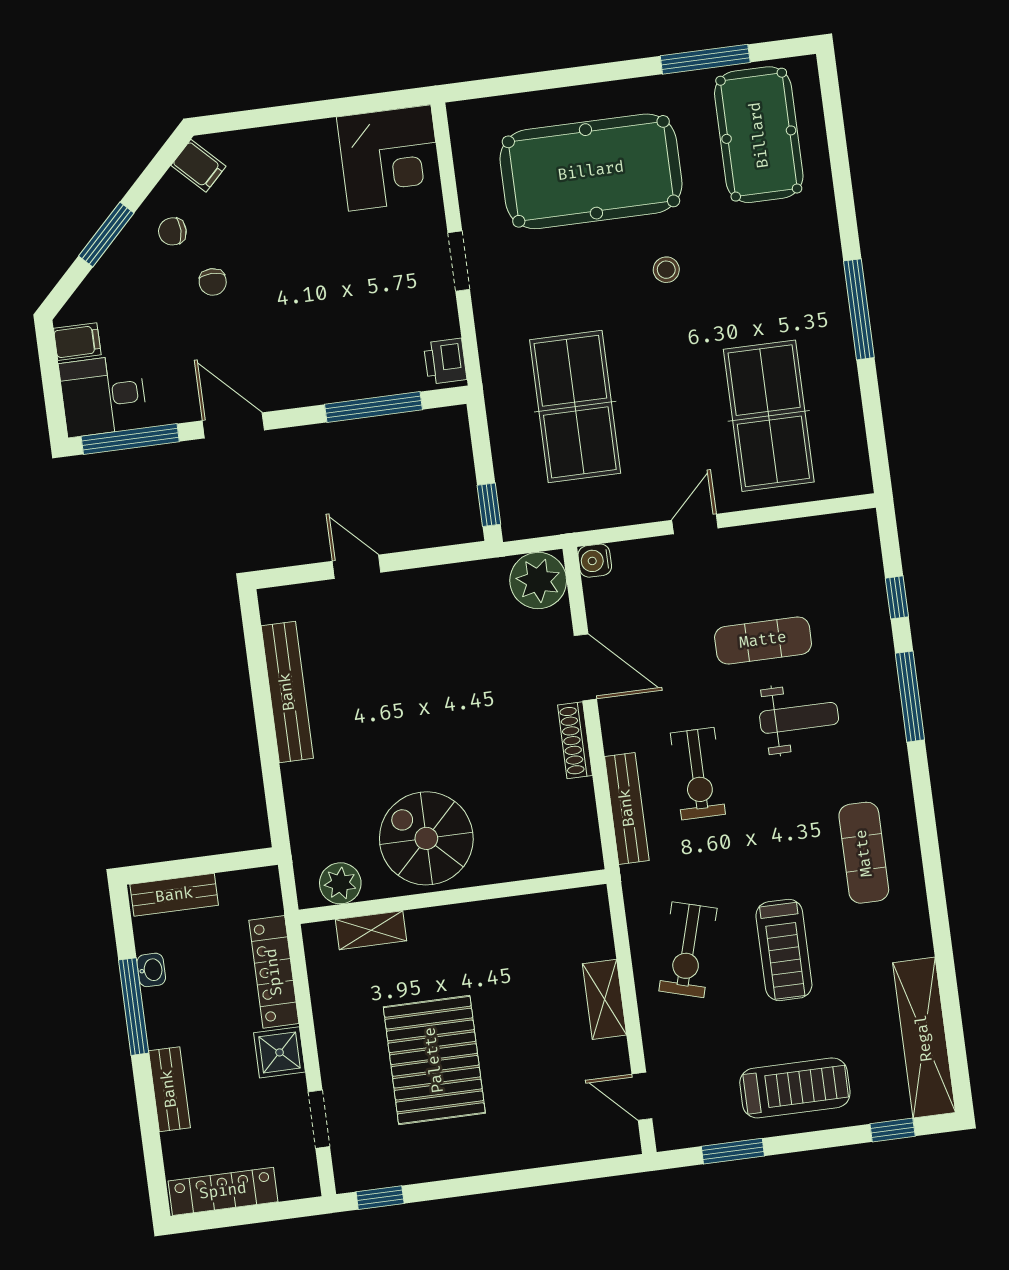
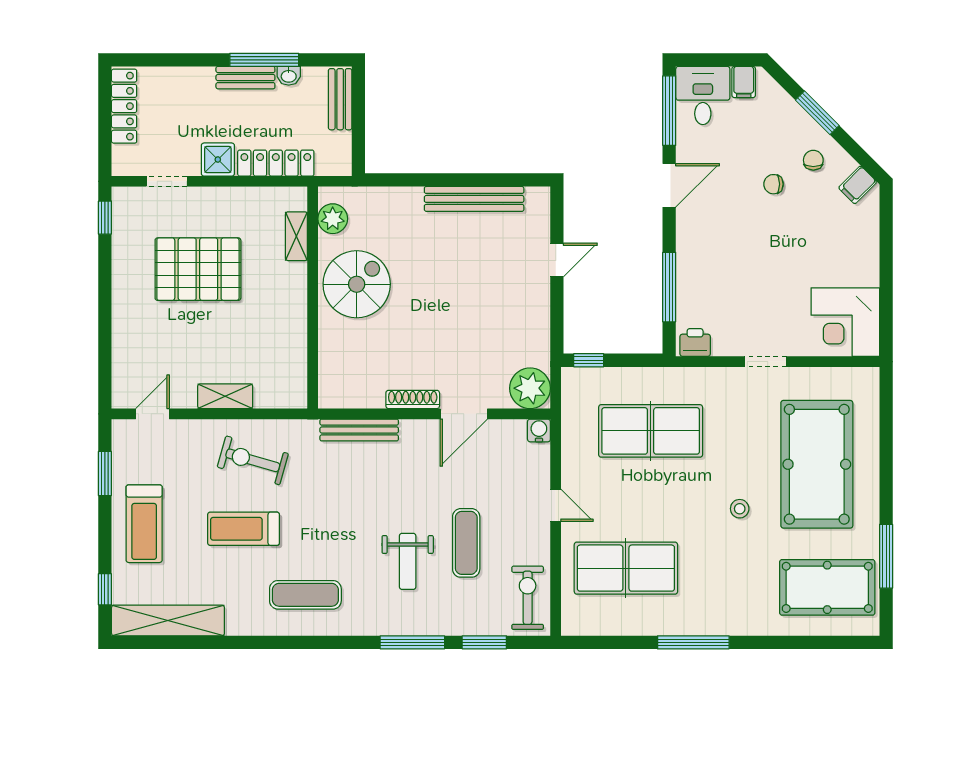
window: (897, 597) -> (484, 642), width x1.50
exercise bike: (698, 774) -> (528, 598), moved, turned 90
bench: (169, 1089) -> (245, 78), moved

